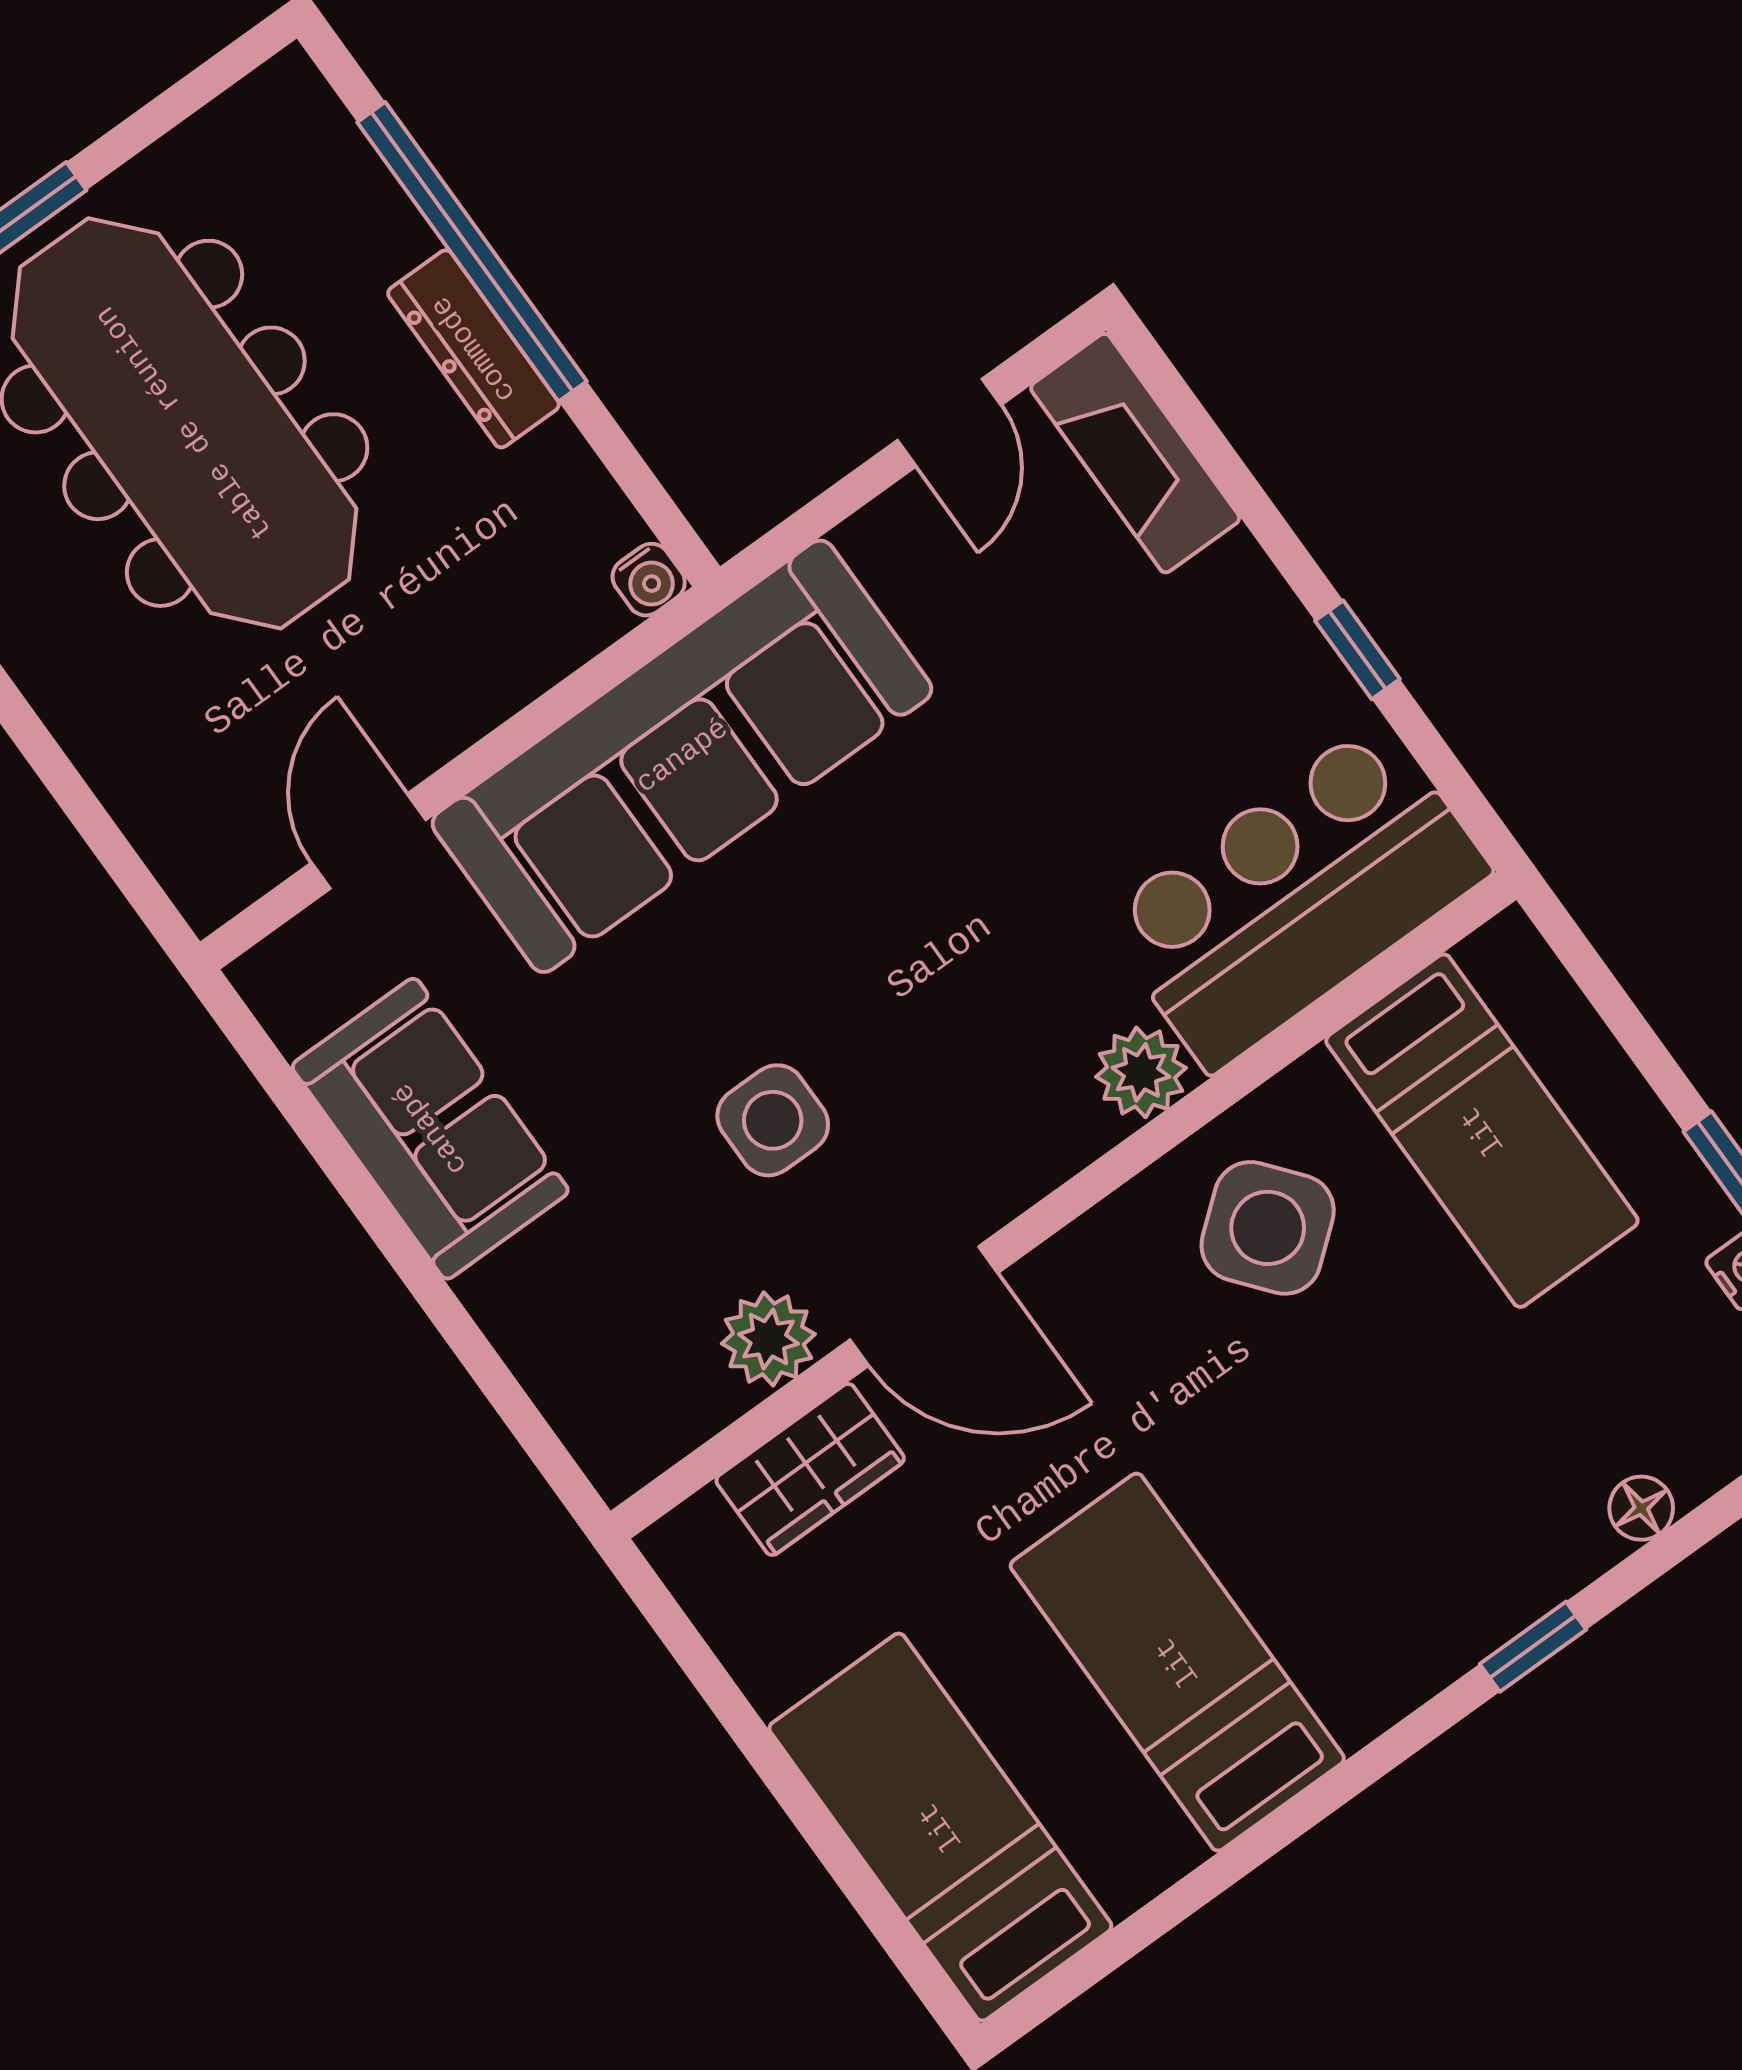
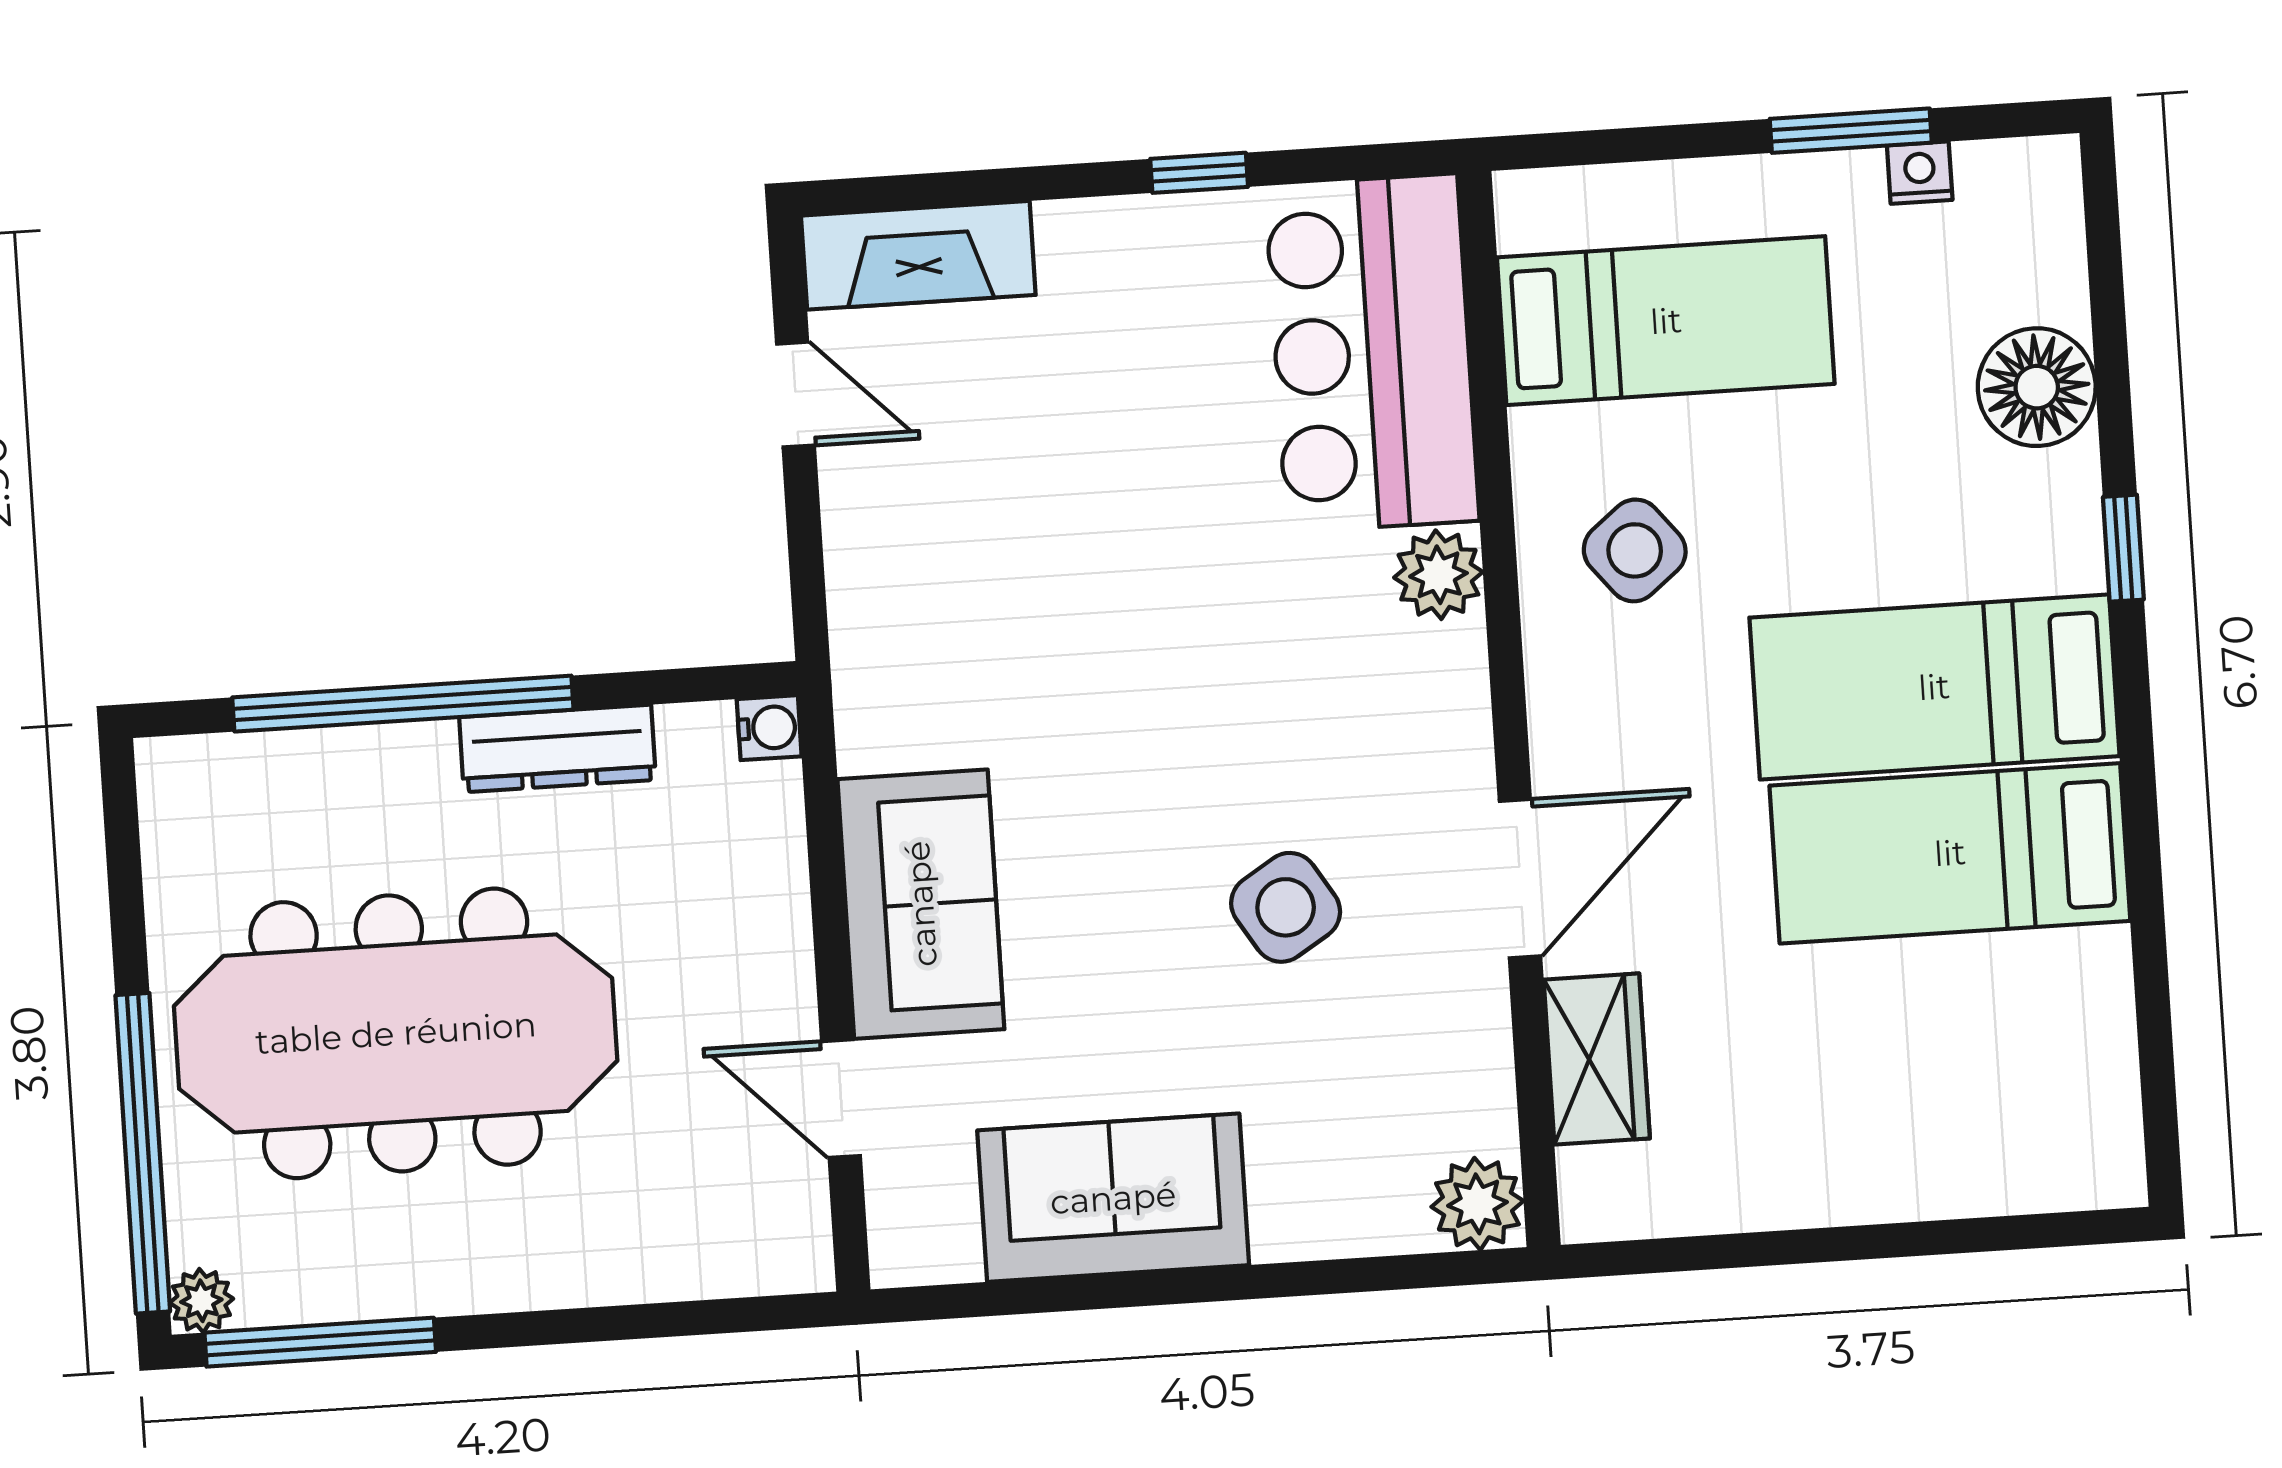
dresser: (473, 349) -> (557, 748), moved
sofa: (682, 756) -> (921, 904), width x0.54, depth x0.79
side table: (773, 1120) -> (1286, 907), turned -32
side table: (1268, 1228) -> (1635, 550), width x0.73, depth x0.73
plant: (768, 1339) -> (1477, 1204), moved
floor lamp: (1641, 1508) -> (2037, 387), width x1.89, depth x1.89
bed: (940, 1827) -> (1934, 687), moved

